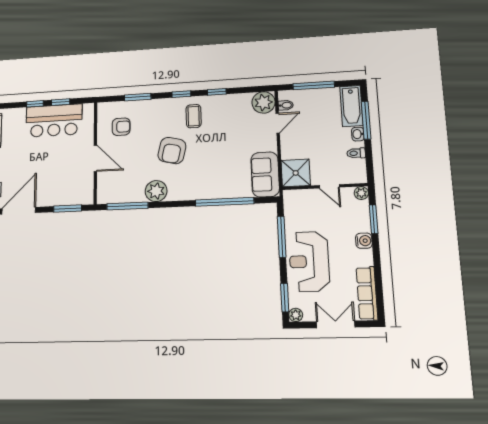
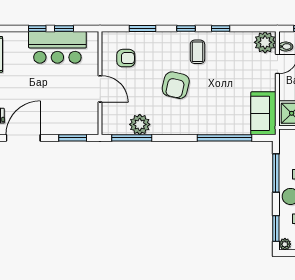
plant: (156, 191) -> (140, 124), moved

